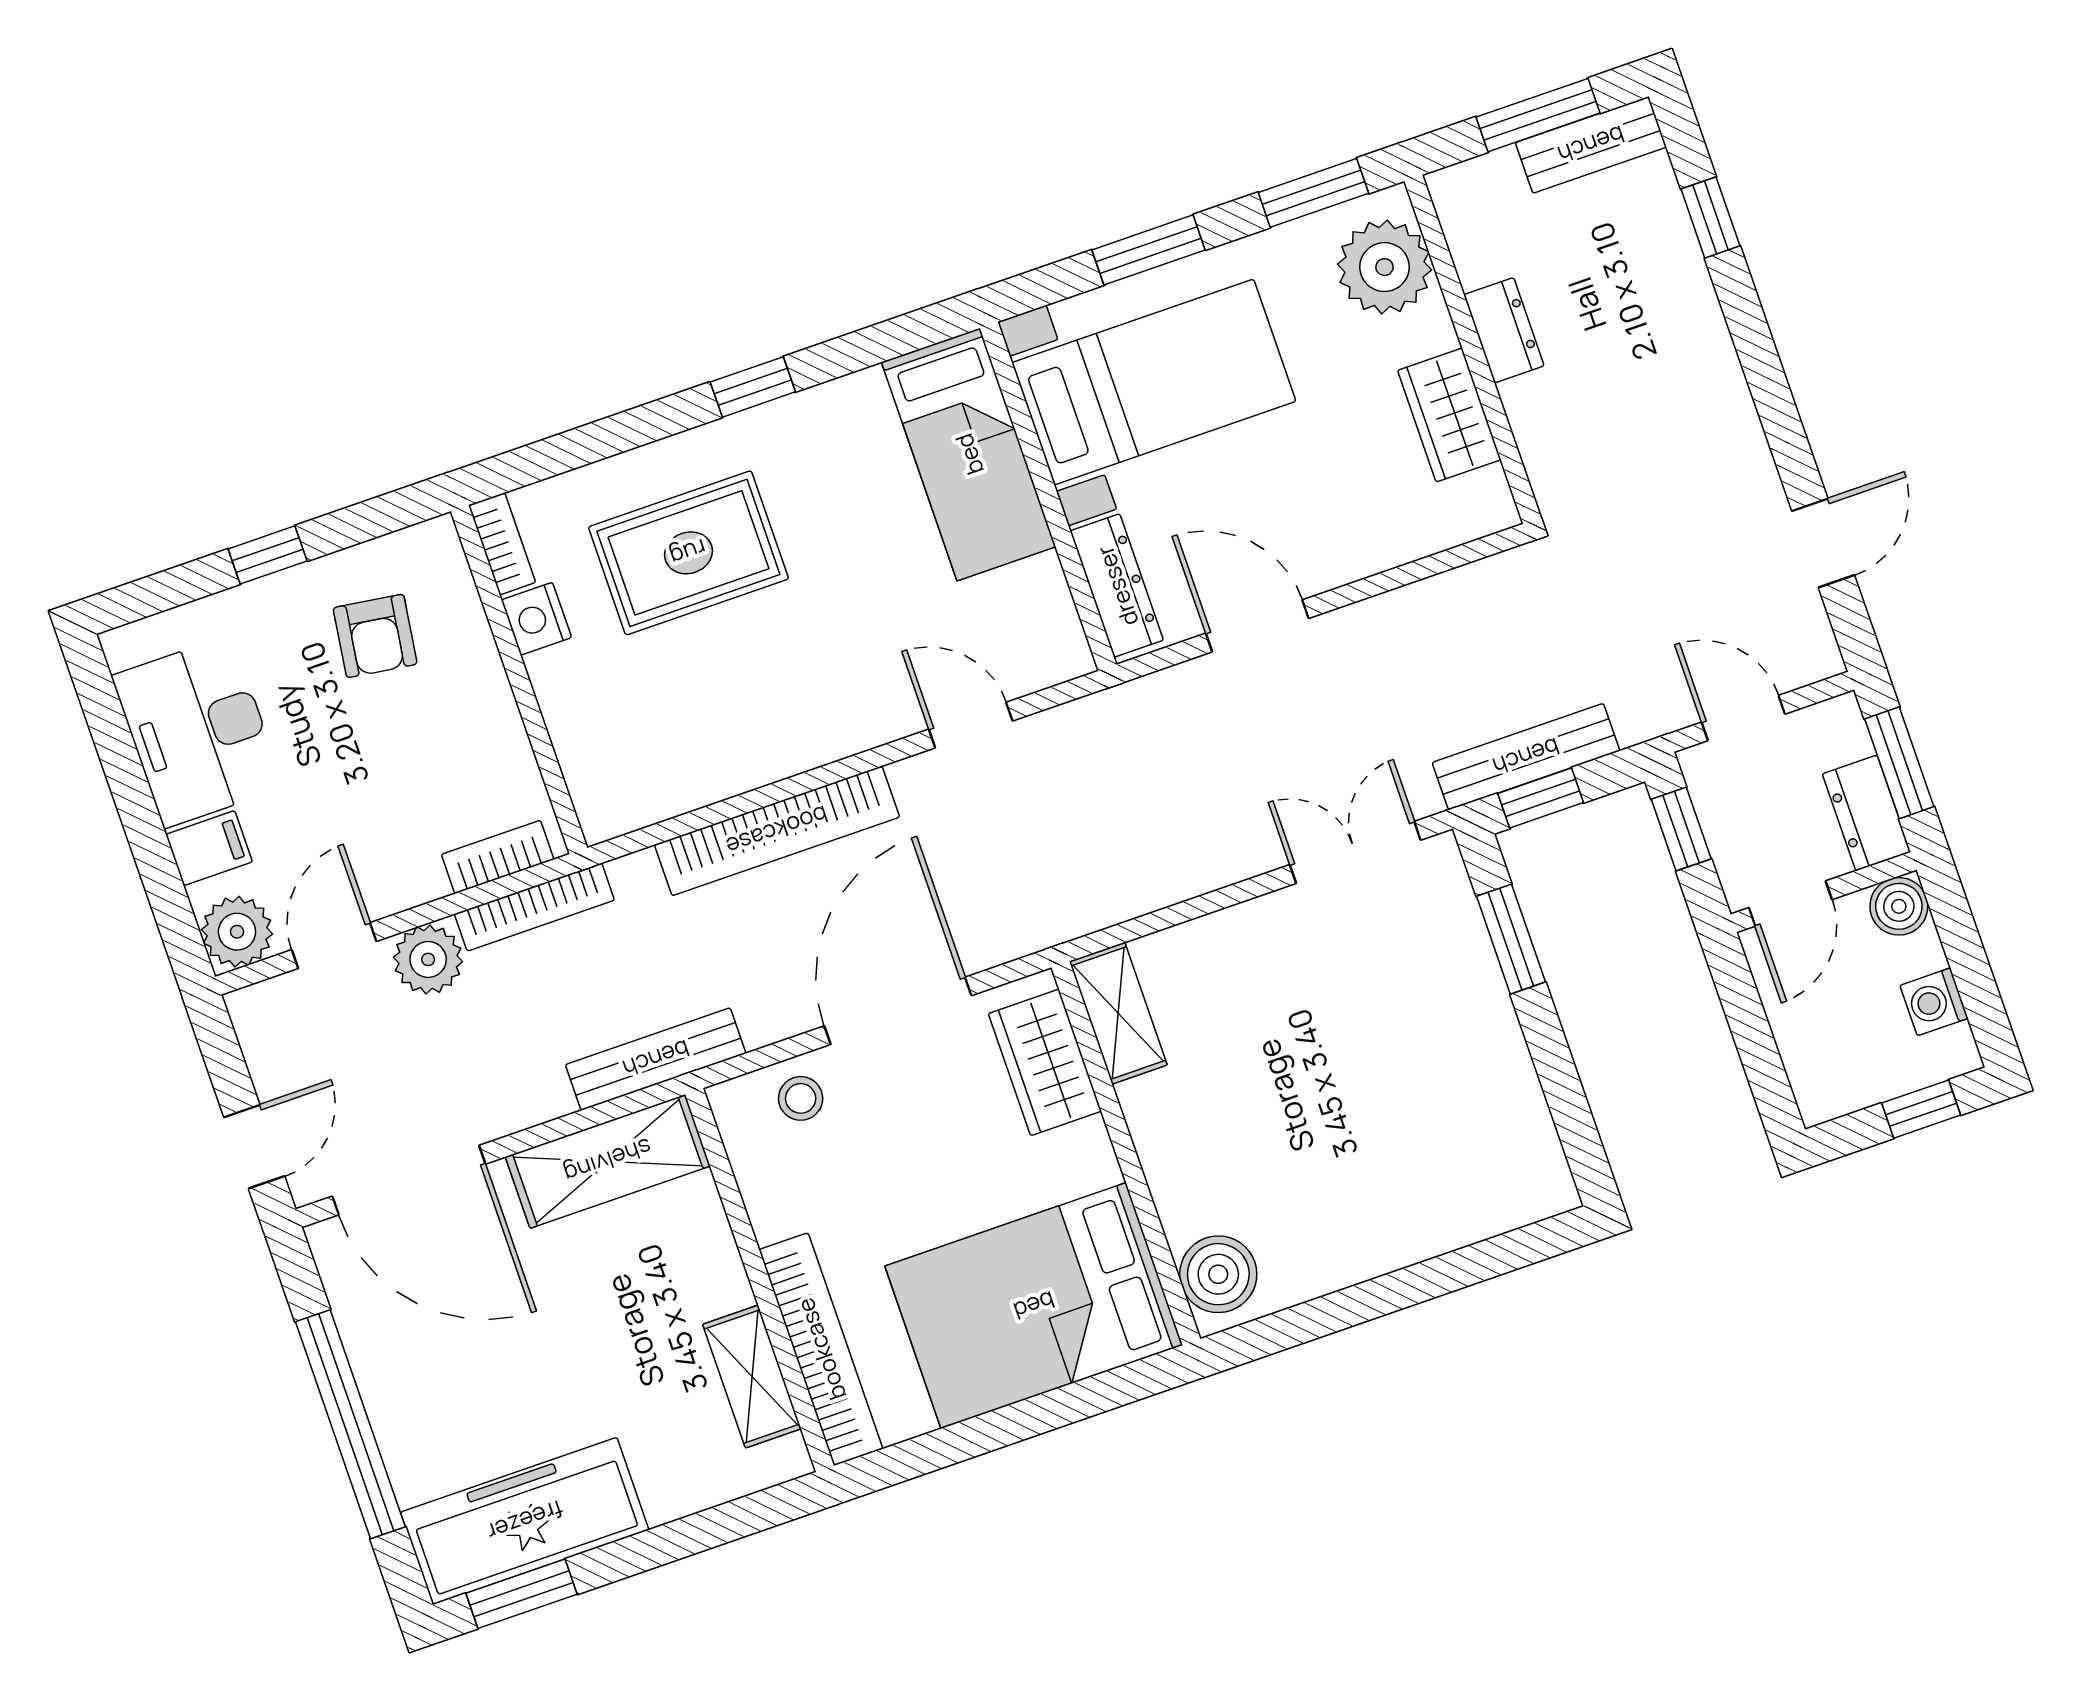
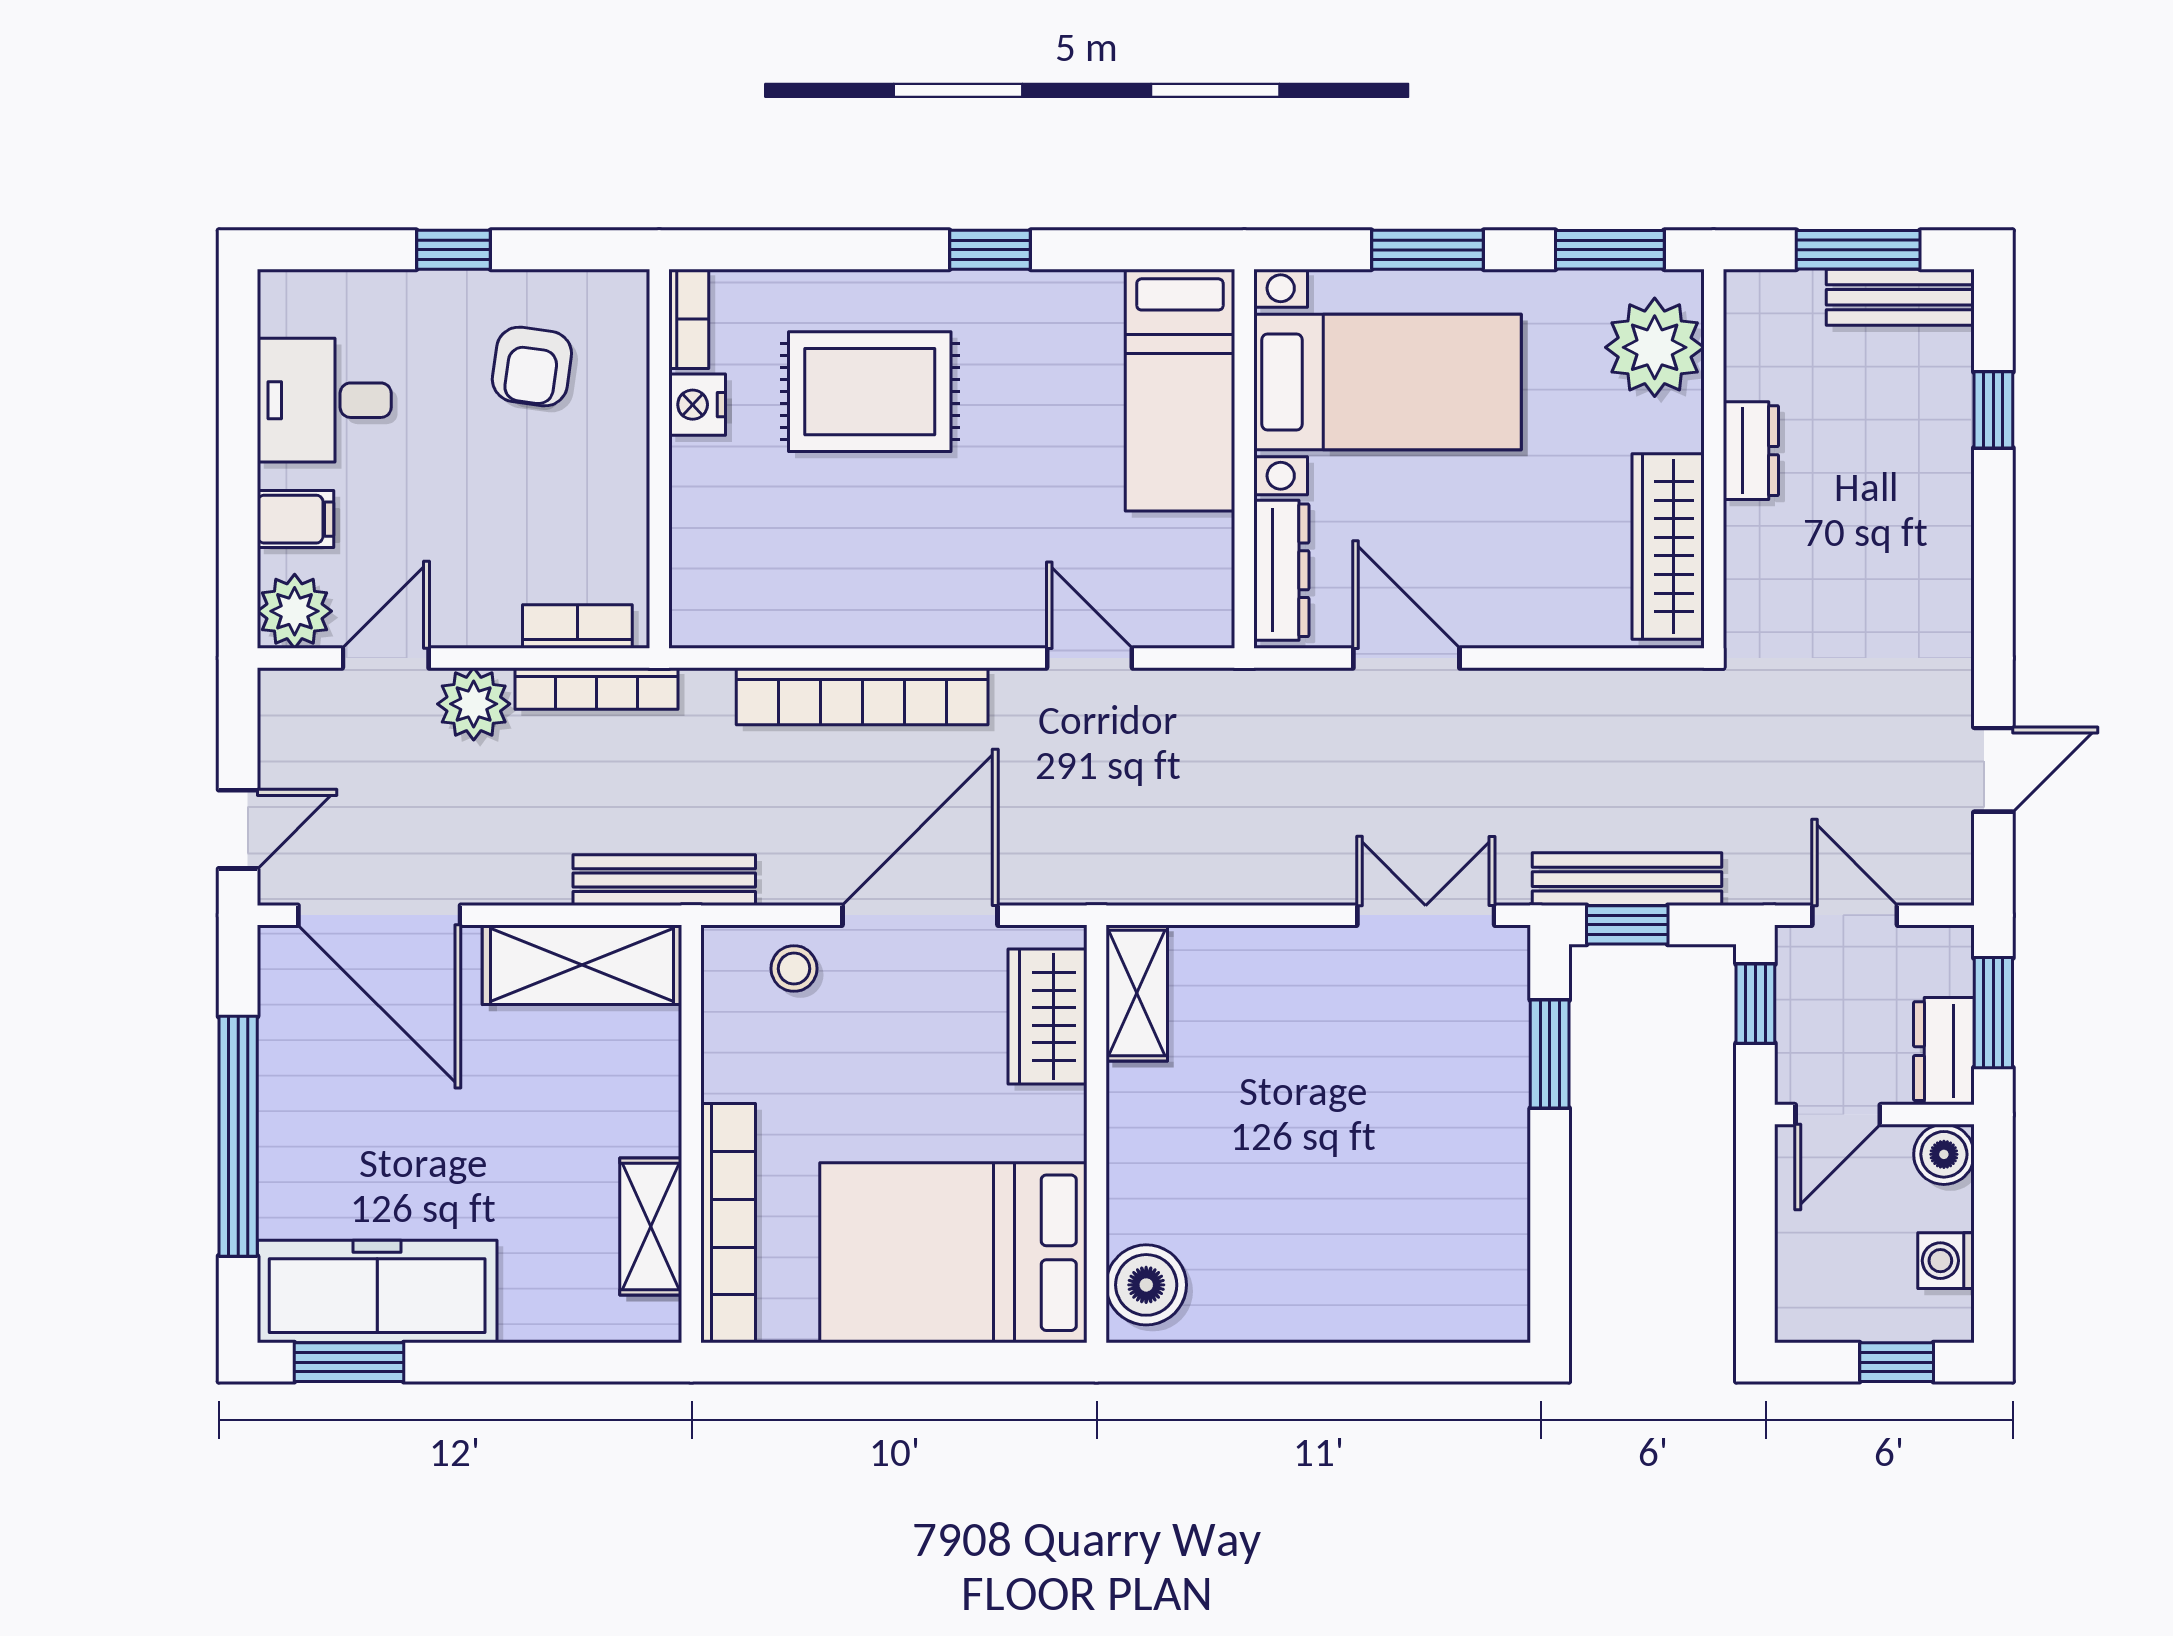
wardrobe: (1449, 415) -> (1668, 547), width x1.50
desk: (198, 732) -> (324, 400), width x0.73

